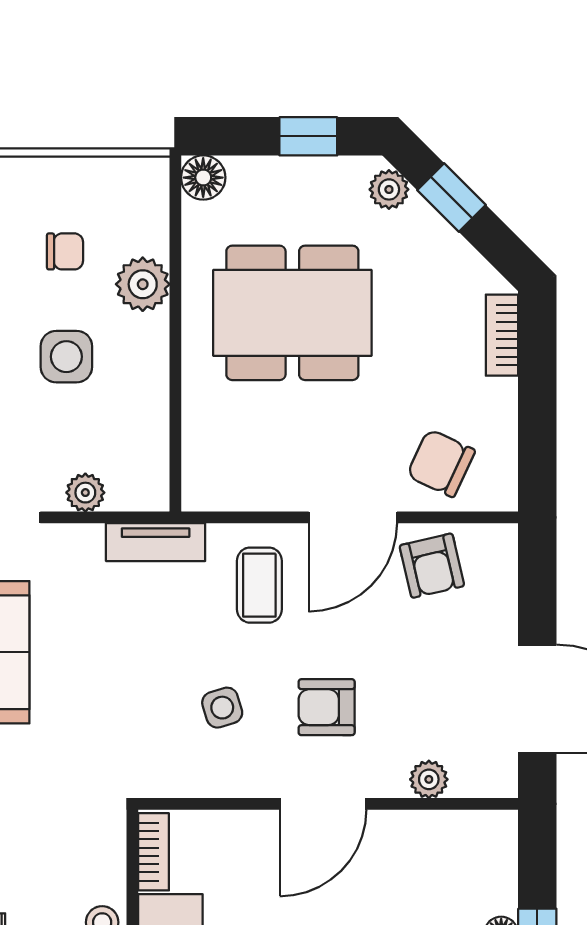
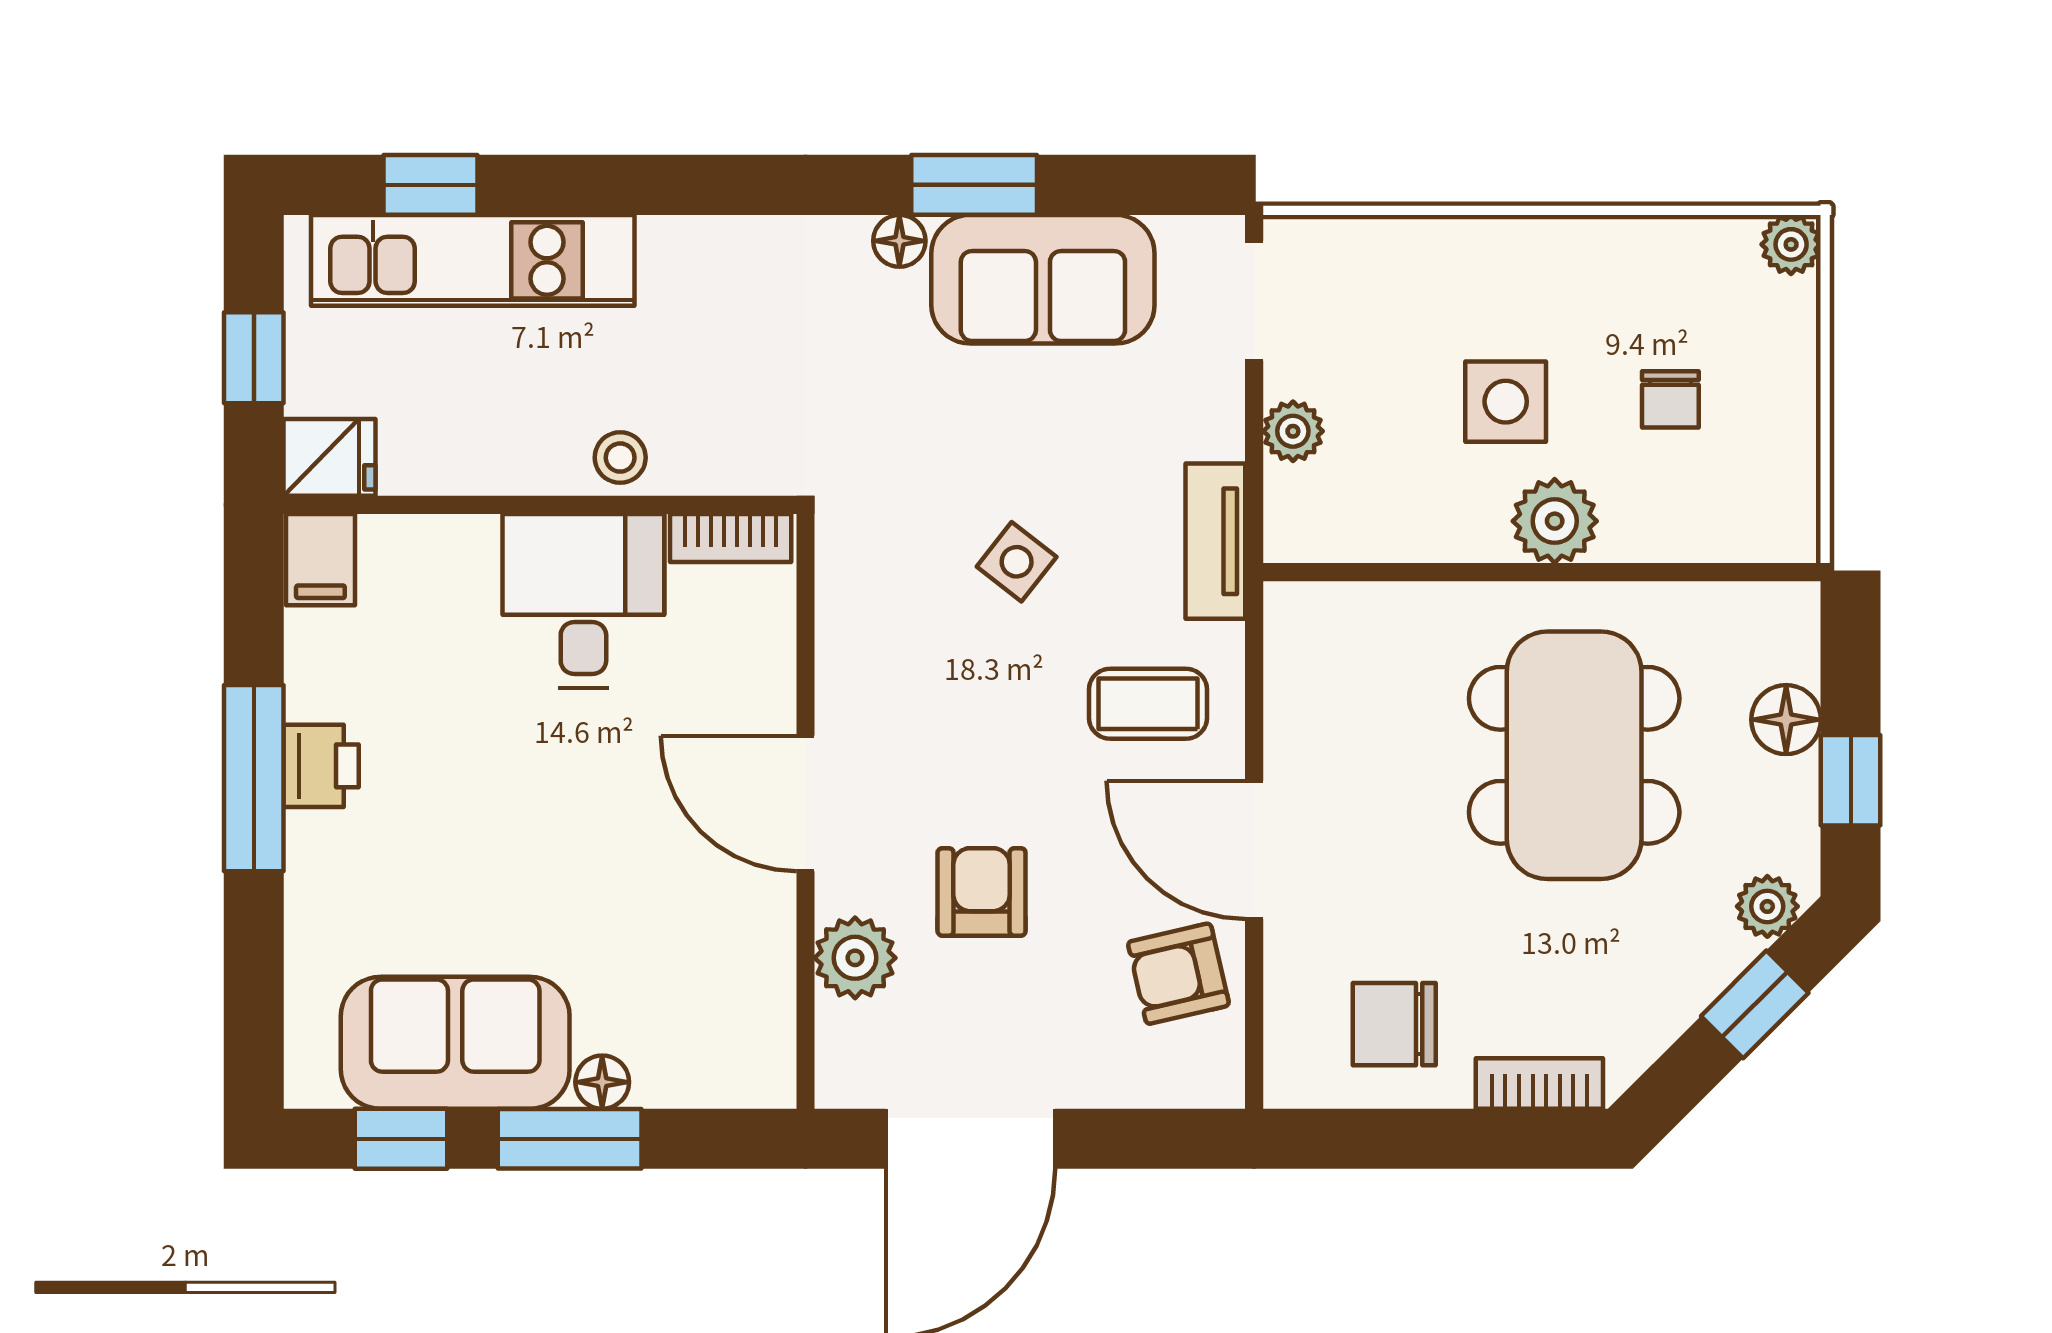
floor lamp: (203, 178) -> (1786, 720), moved
plant: (143, 284) -> (1555, 521), moved
chair: (441, 463) -> (1394, 1024), moved, turned -115
armchair: (327, 707) -> (982, 892), moved
side table: (222, 708) -> (1017, 562), moved, turned -35
plant: (429, 779) -> (855, 958), width x1.38, depth x1.38

